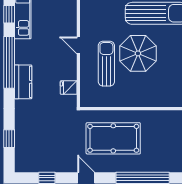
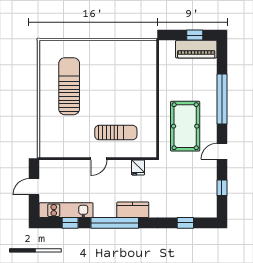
parasol: (138, 53) -> (106, 103), removed
sun lounger: (106, 64) -> (116, 133), turned 180

